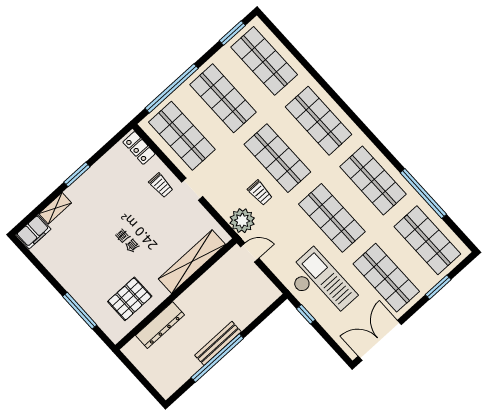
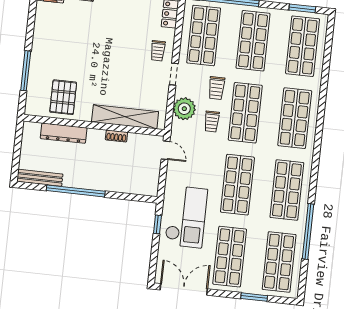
trolley: (236, 164) -> (217, 88), added
plant: (242, 221) -> (184, 109), moved
shoe rack: (201, 283) -> (116, 136), added
pallet: (130, 299) -> (63, 97), turned 90
bench: (218, 343) -> (40, 178), moved

